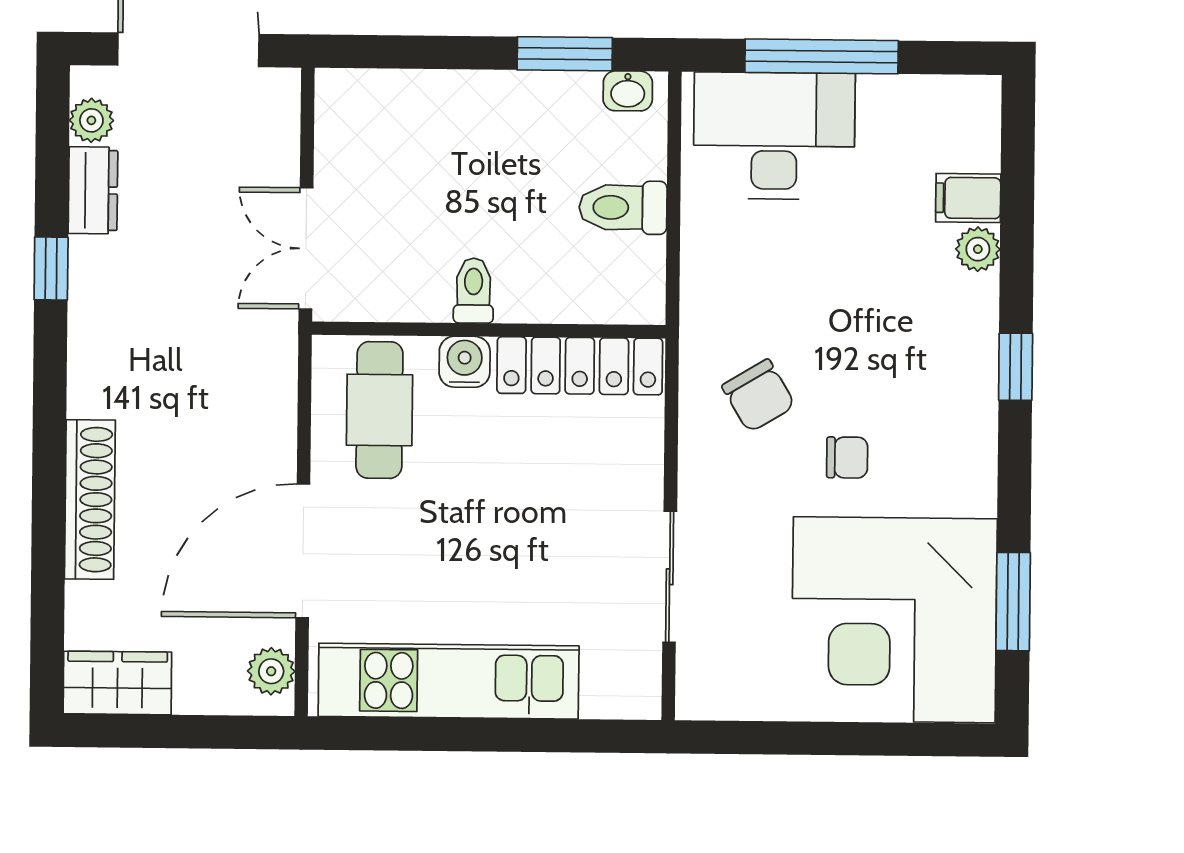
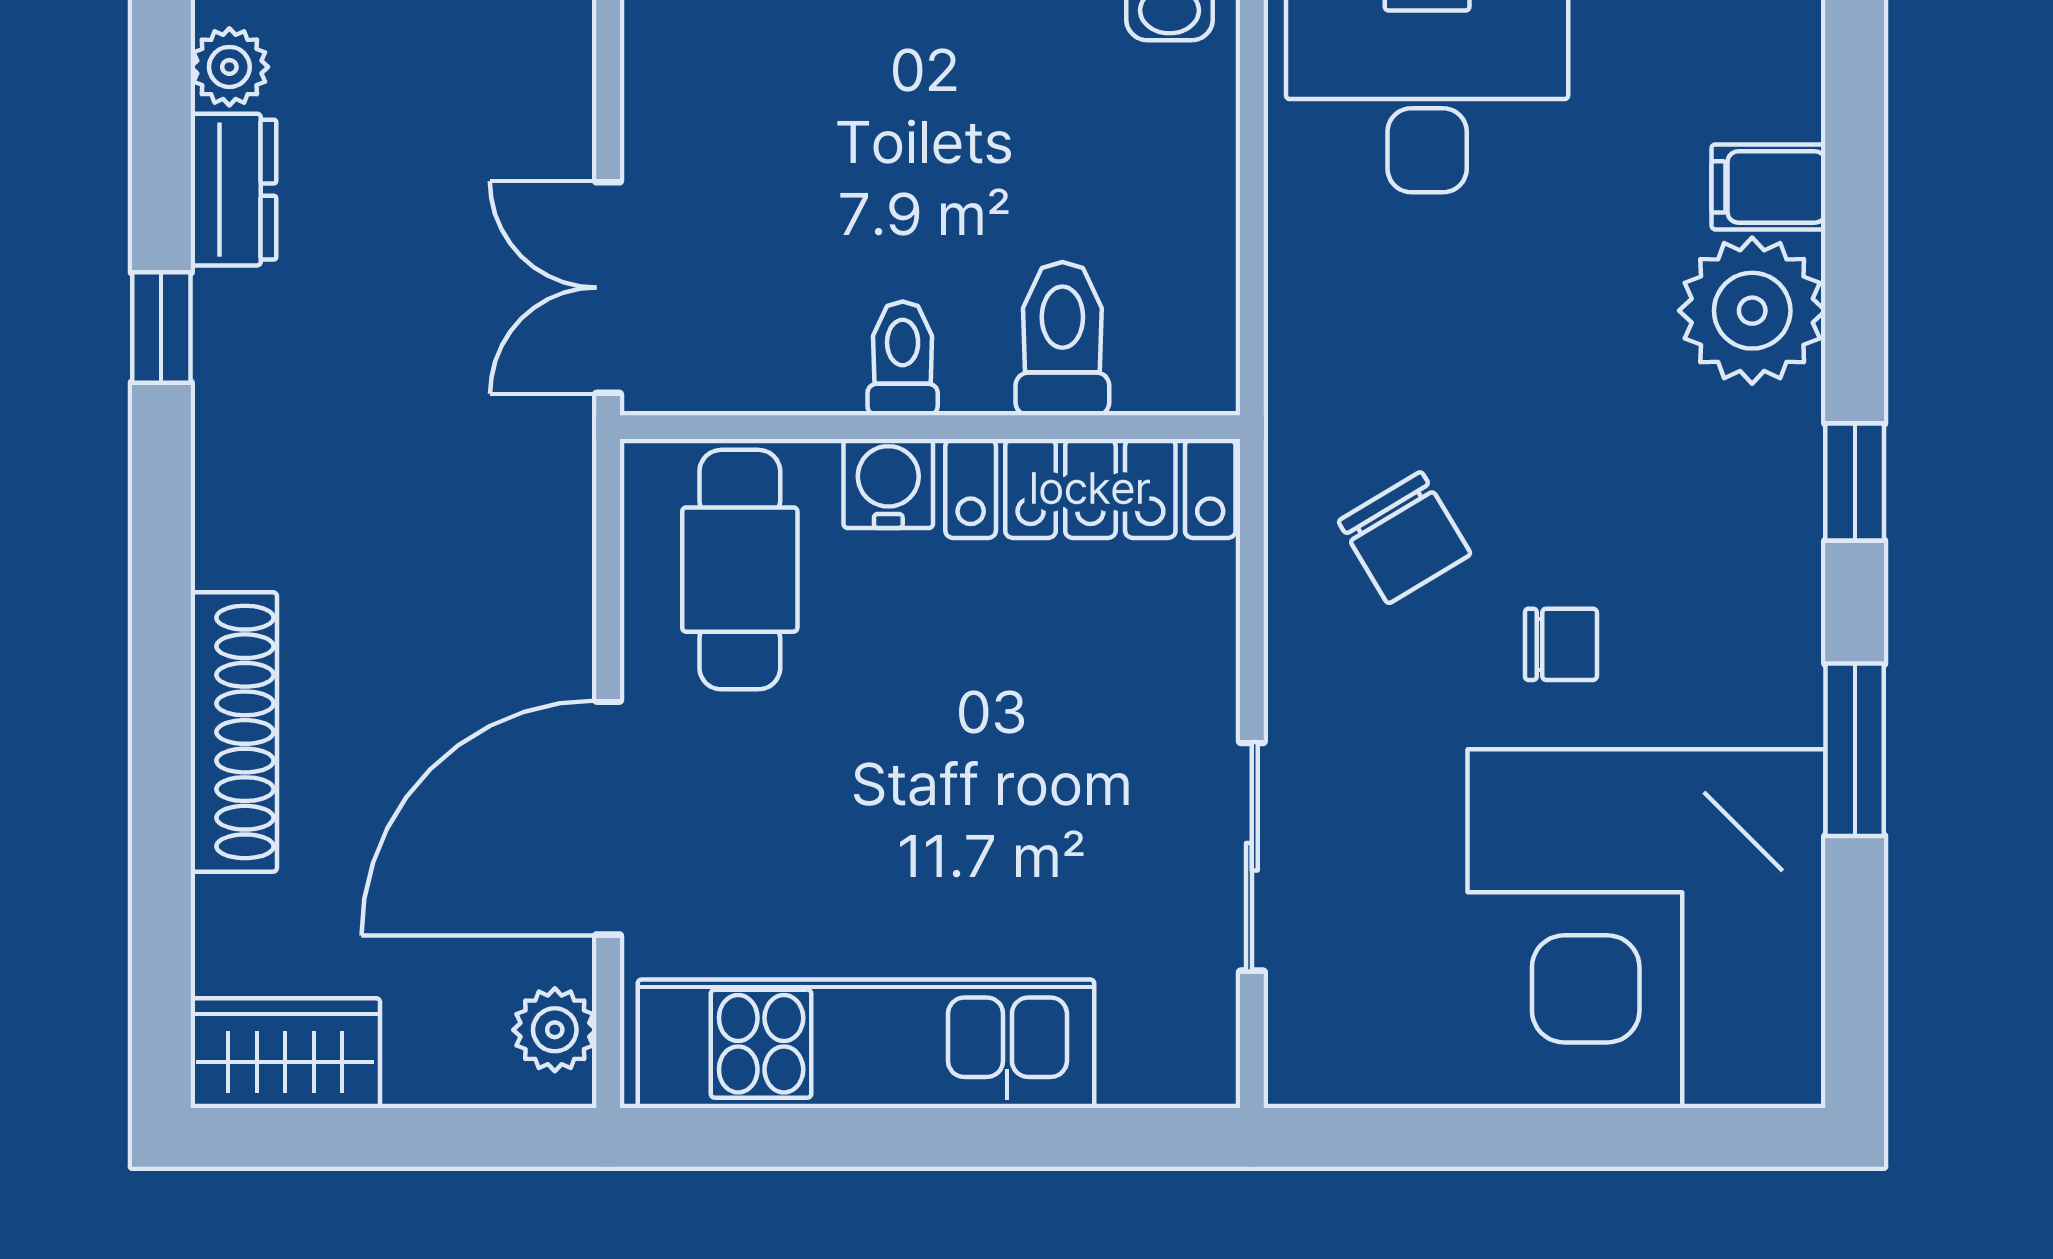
toilet: (623, 208) -> (1062, 339), moved, turned 90
plant: (978, 249) -> (1752, 311), width x1.88, depth x1.88
window: (1013, 602) -> (1855, 750), moved

